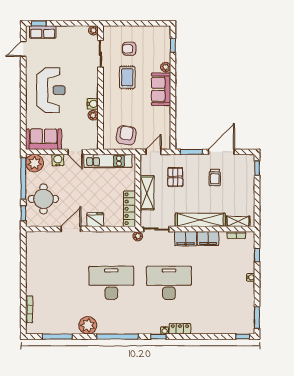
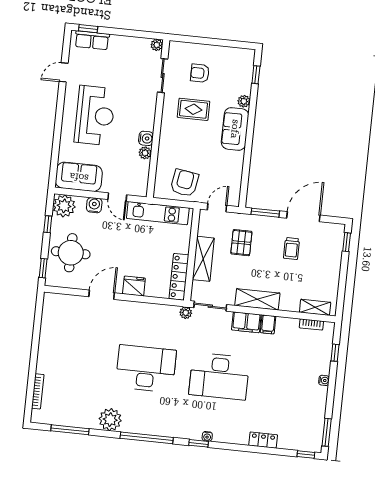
door: (23, 49) -> (64, 72), moved
rug: (127, 77) -> (193, 109), turned 90
window: (23, 179) -> (48, 224), width x0.32
shelving: (200, 220) -> (257, 299), width x0.68
filing cabinet: (208, 238) -> (268, 324), width x0.50
desk: (169, 283) -> (219, 376), turned 180
locker: (180, 329) -> (263, 440), moved

